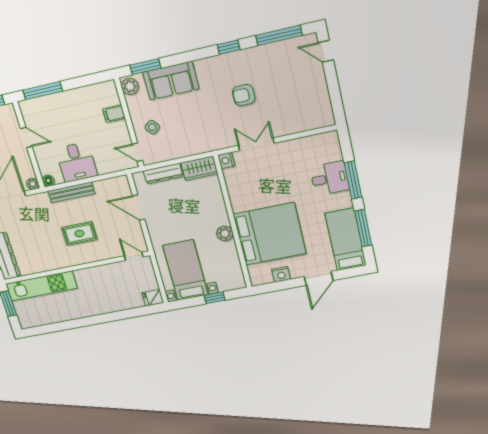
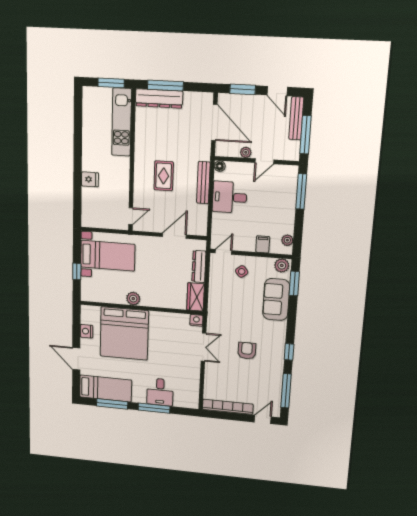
plant: (100, 89) -> (287, 240), added
bookcase: (323, 97) -> (228, 407), added
plant: (33, 184) -> (246, 152), moved
fridge: (153, 298) -> (90, 179), moved, turned 90

